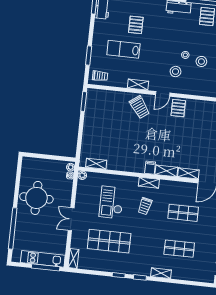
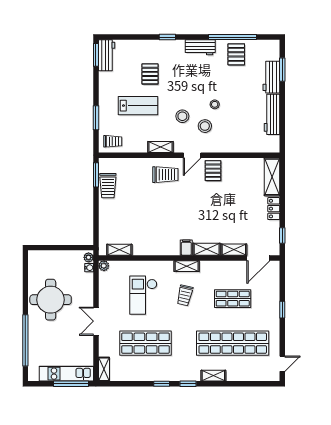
lab bench: (123, 49) -> (138, 106), turned 180
stool: (201, 61) -> (182, 116), moved
trolley: (140, 107) -> (165, 175), turned -54
trolley: (92, 111) -> (108, 186), added
shop shelf: (179, 249) -> (233, 343), width x2.00, depth x1.36

